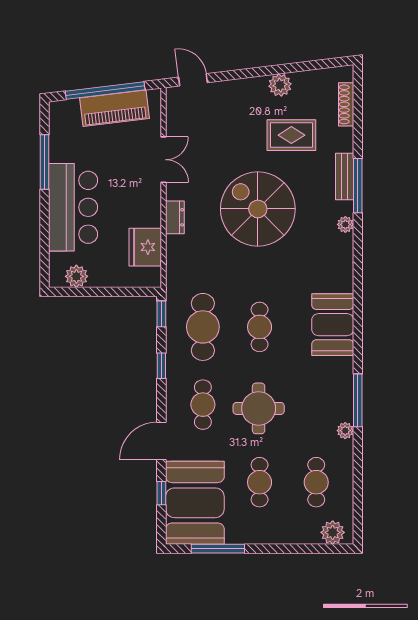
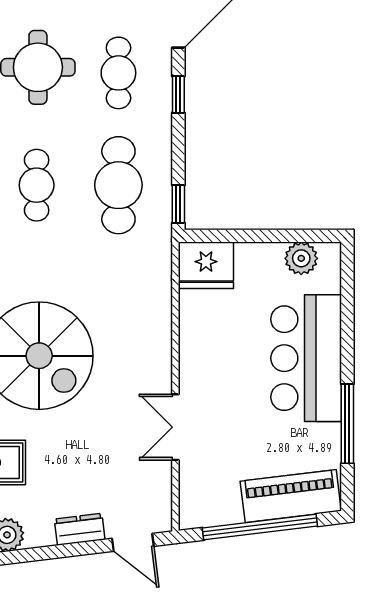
piano: (114, 108) -> (291, 496), moved
dresser: (175, 217) -> (80, 529), moved, turned 83
fridge: (145, 247) -> (206, 265), moved, turned 90
window: (161, 366) -> (178, 95), moved

